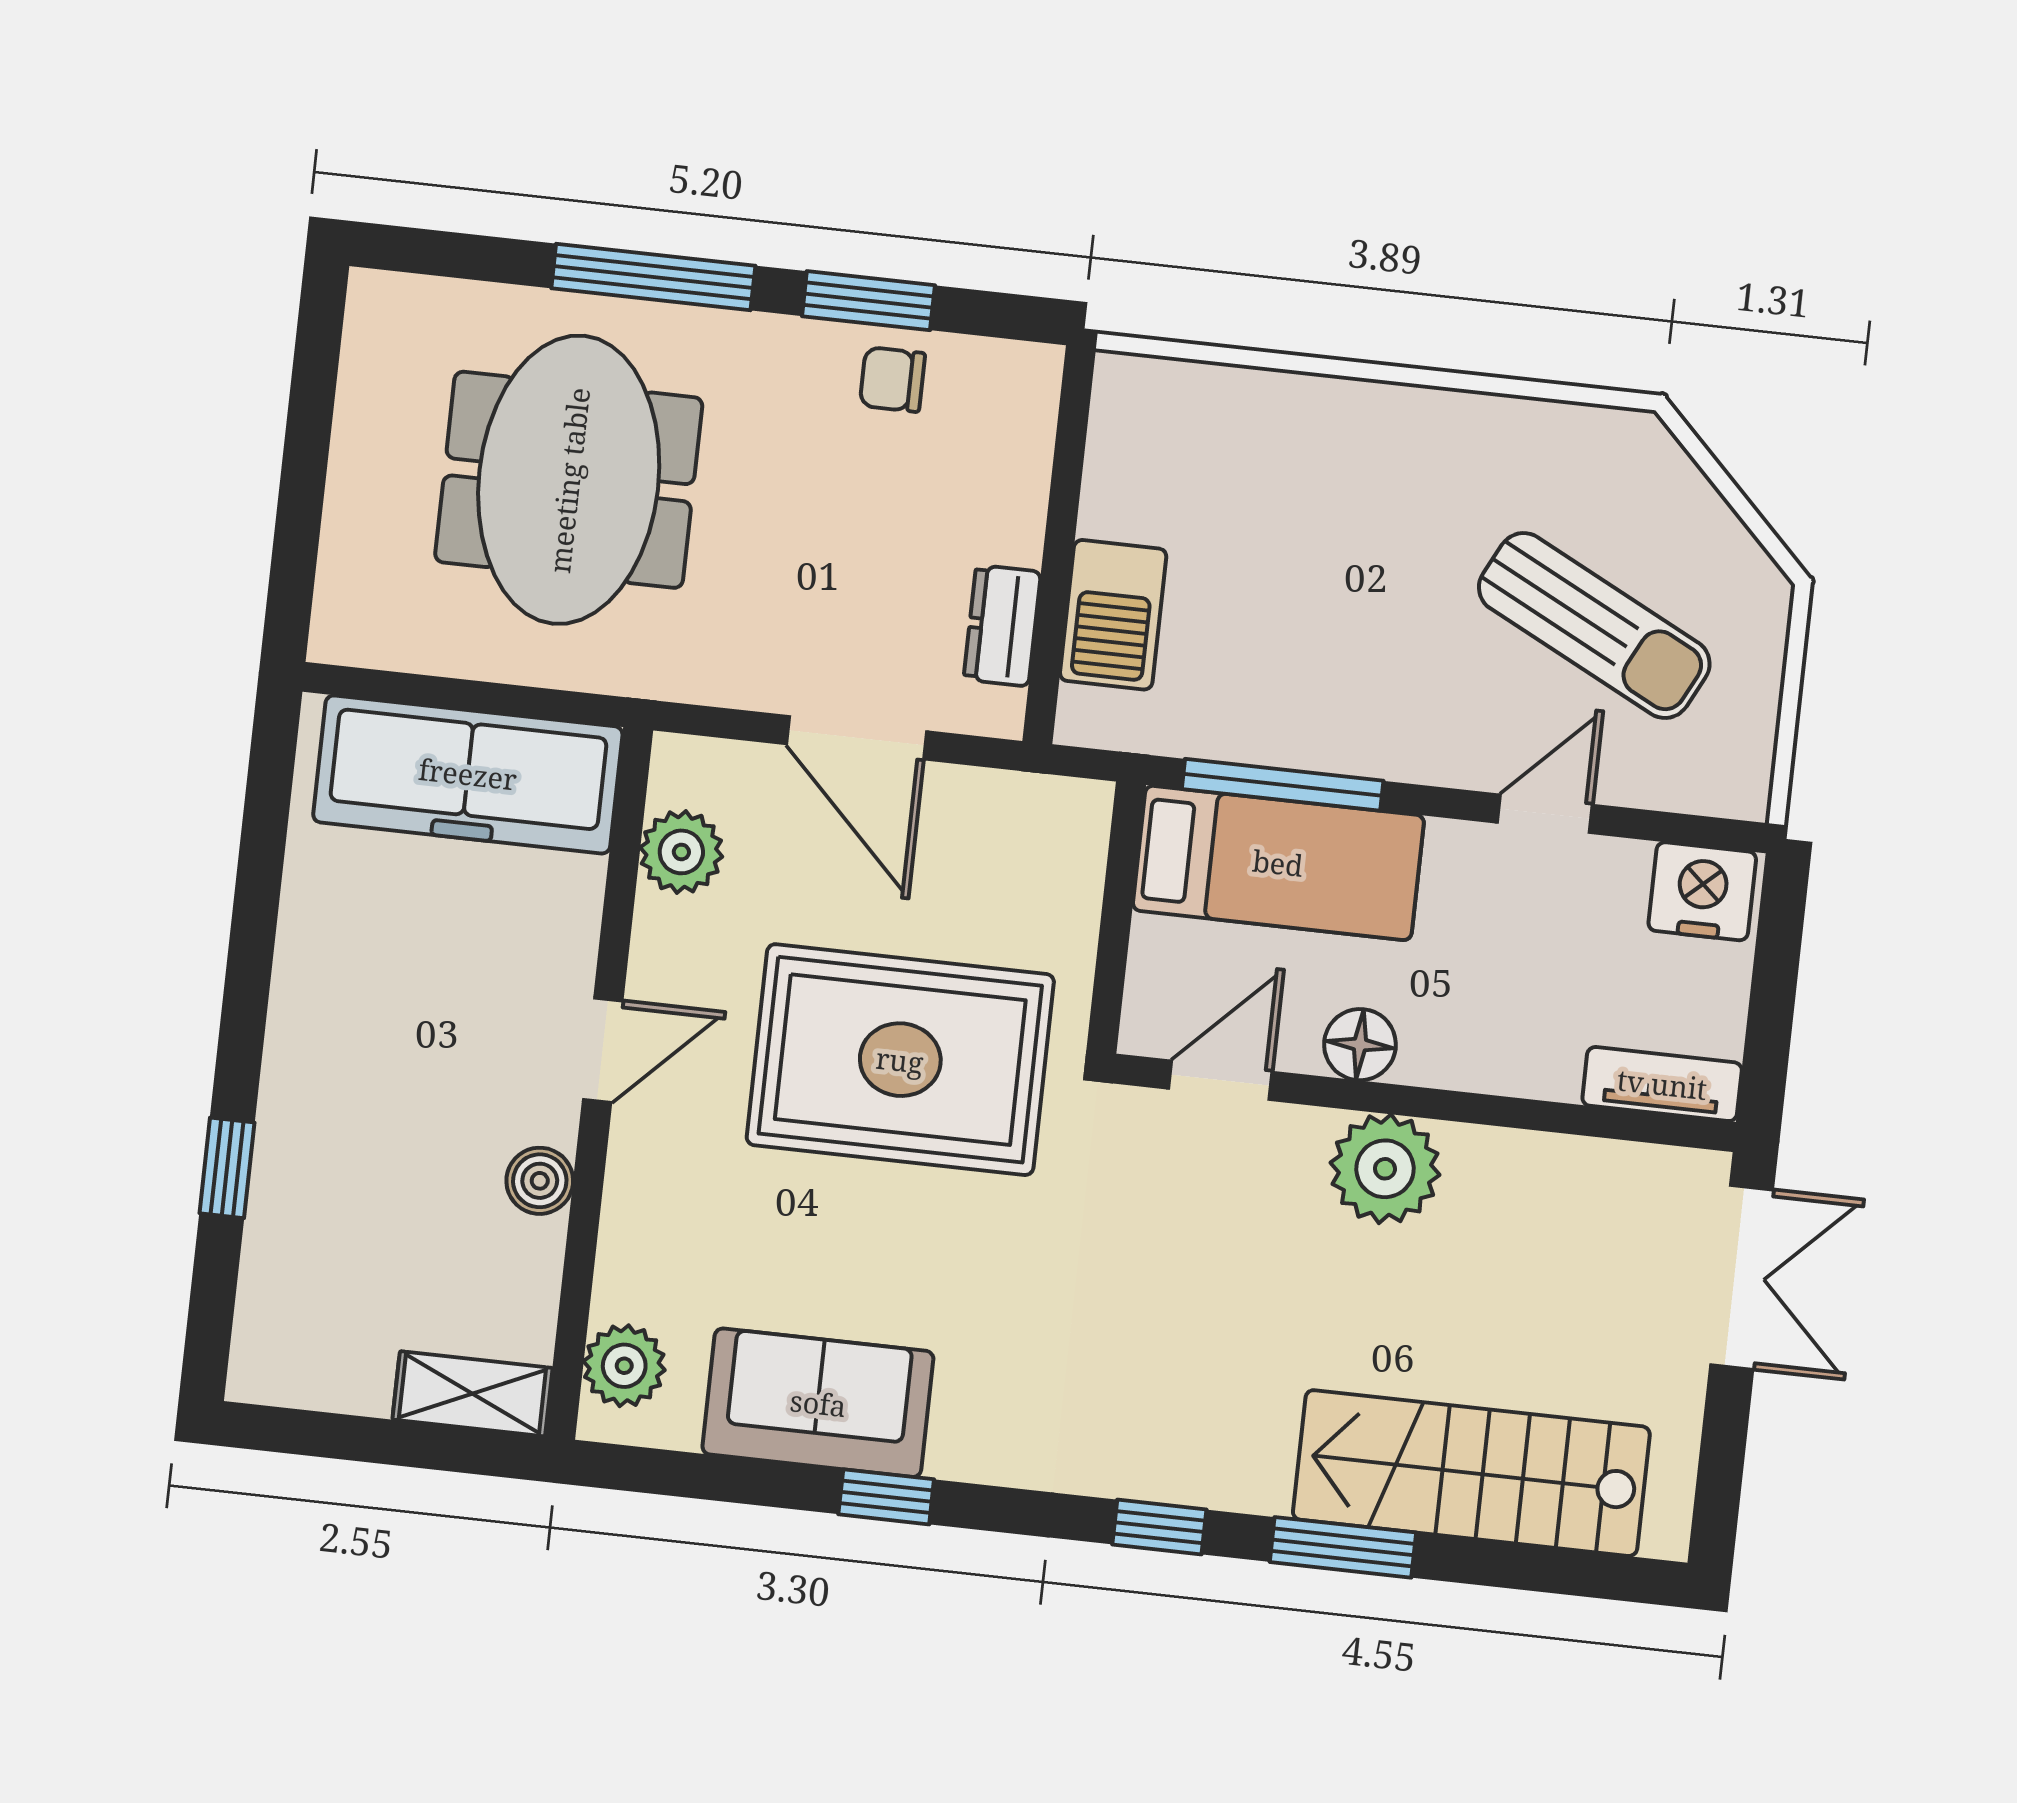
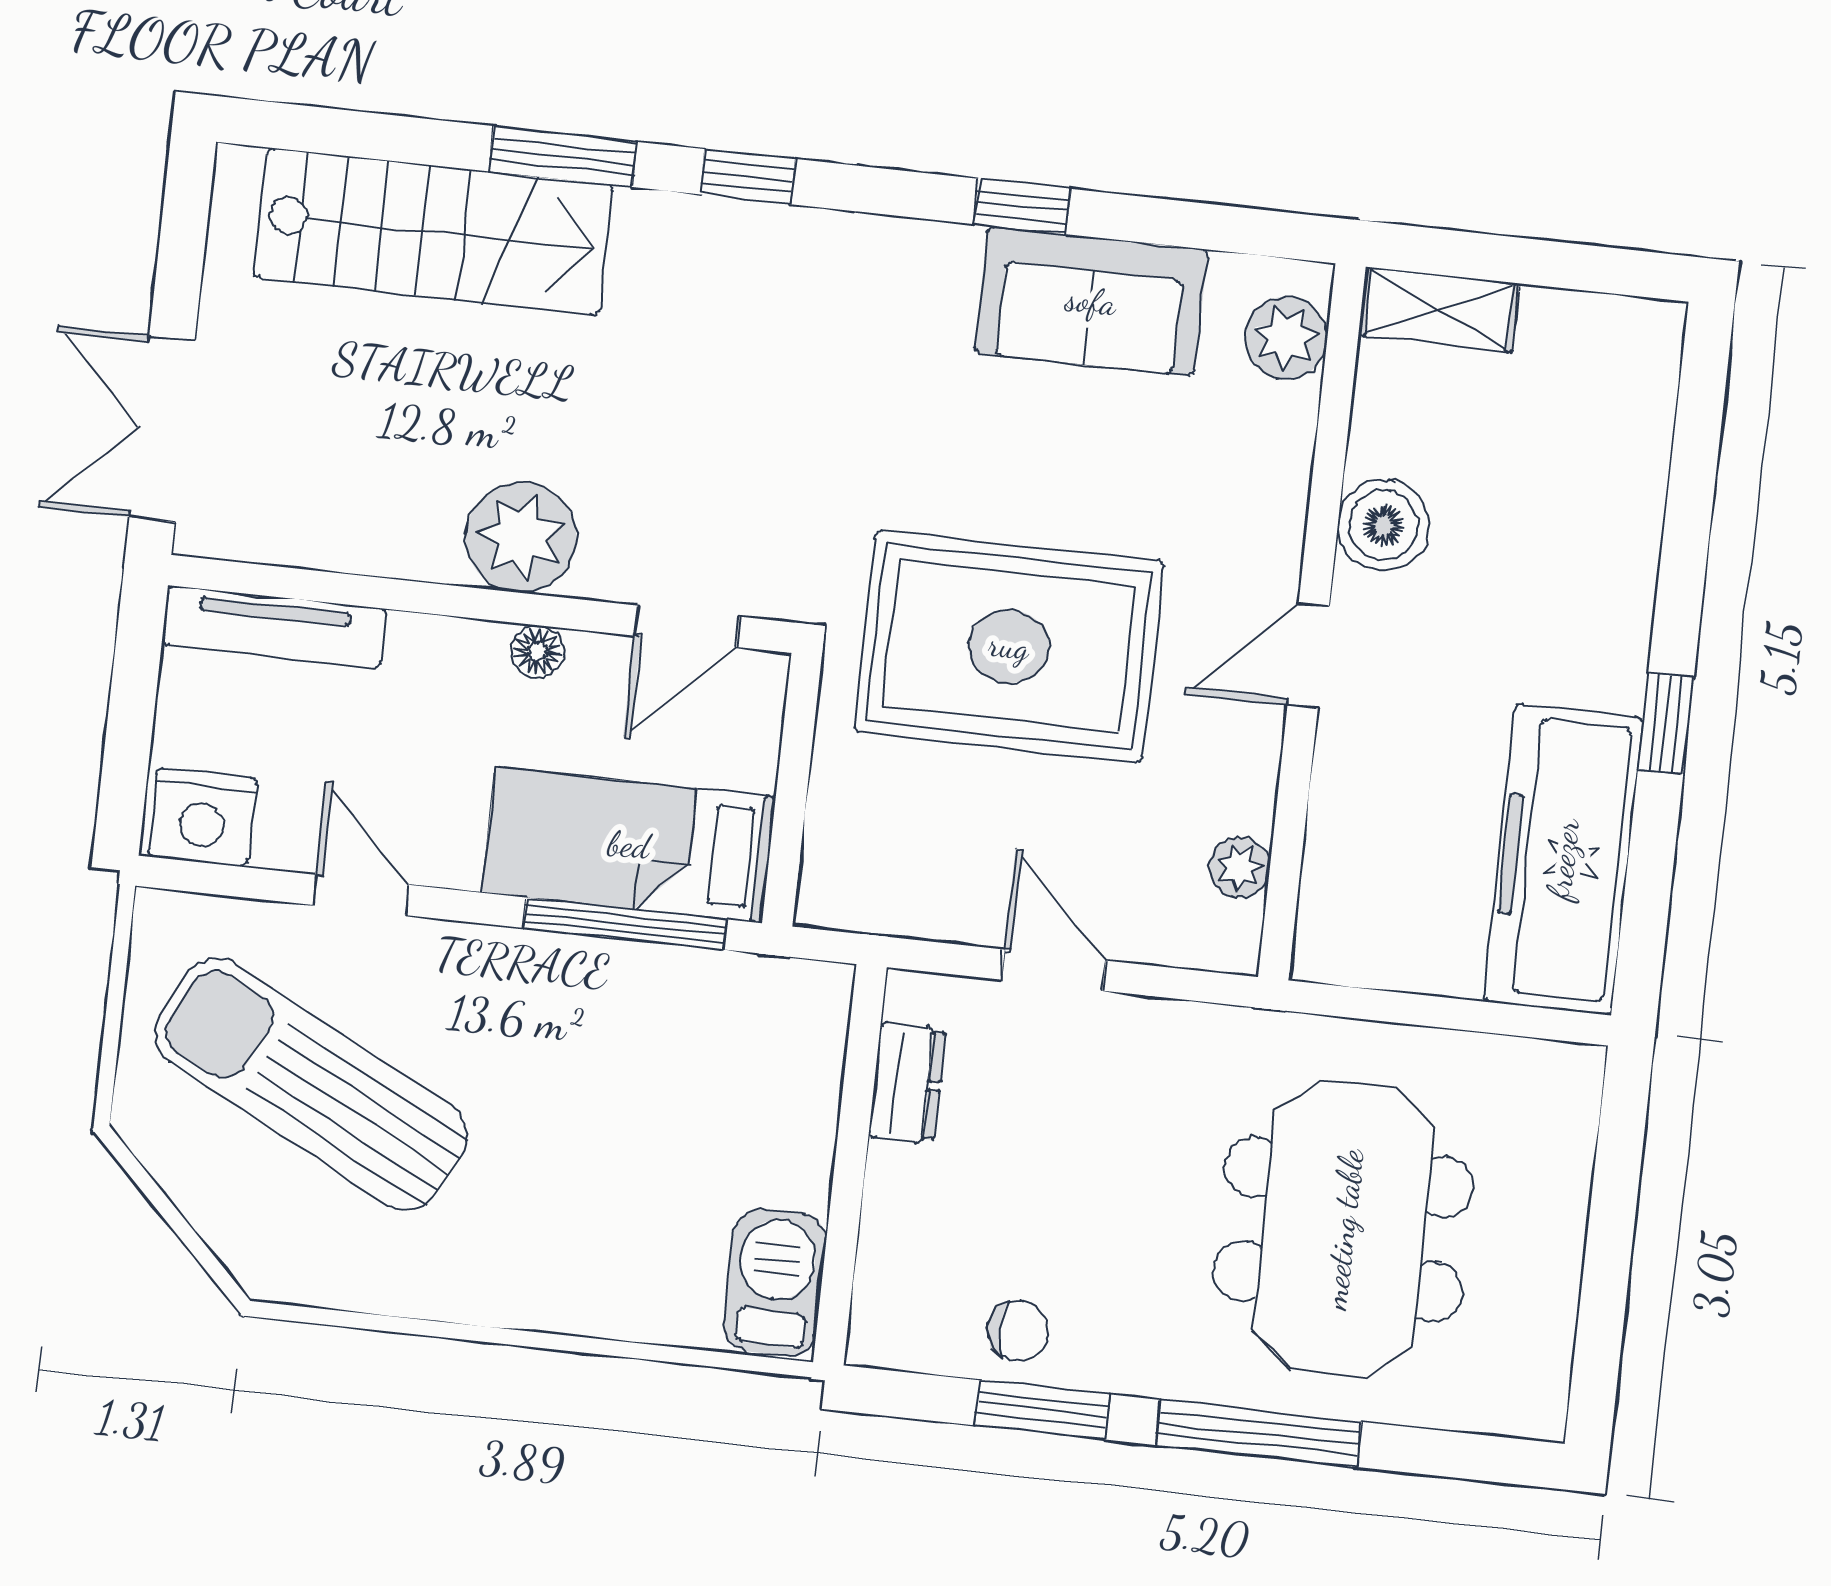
barbecue: (1113, 615) -> (775, 1282), moved
sun lounger: (1594, 626) -> (311, 1084), width x1.36, depth x1.34
door: (857, 738) -> (1053, 970), width x0.73
freezer: (468, 774) -> (1563, 859), moved, turned -90
door: (1545, 814) -> (361, 895), swing flipped
plant: (681, 852) -> (1240, 867), width x0.73, depth x0.73
floor lamp: (1360, 1045) -> (538, 652), width x0.73, depth x0.73
tv unit: (1662, 1084) -> (274, 627), width x1.41
window: (227, 1168) -> (1666, 723), moved
boiler: (540, 1181) -> (1383, 525), width x1.36, depth x1.36

